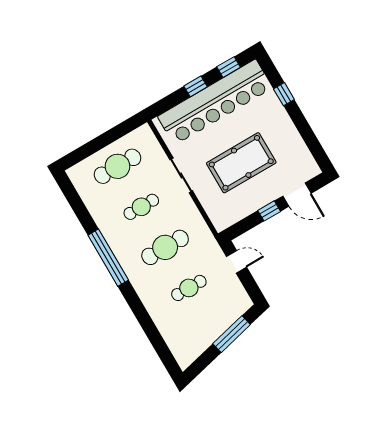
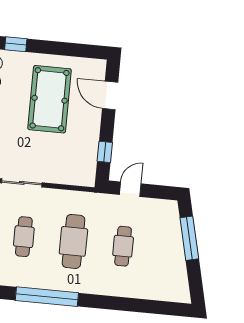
pool table: (241, 163) -> (50, 99), moved
door: (297, 195) -> (110, 95), swing flipped
window: (269, 211) -> (105, 152), moved

